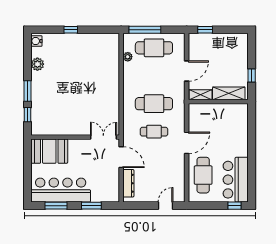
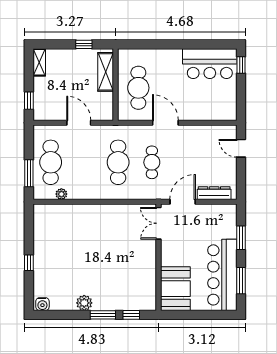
window: (145, 30) -> (29, 173), width x0.69
plant: (37, 64) -> (84, 303), moved
shelving: (200, 95) -> (39, 62), moved
cafe table: (203, 175) -> (138, 88), moved, turned 90

